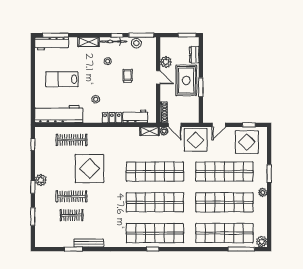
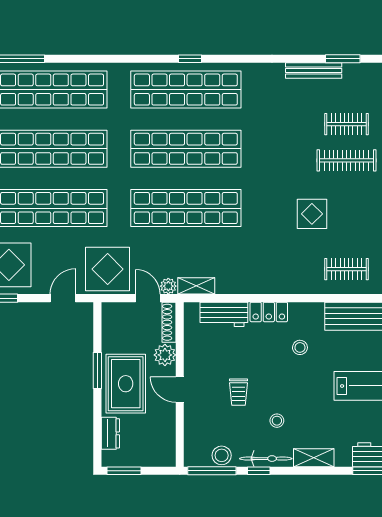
plant: (166, 62) -> (165, 355), moved
clothes rail: (72, 140) -> (347, 269), width x0.73
display table: (89, 169) -> (312, 214), width x0.54, depth x0.54

